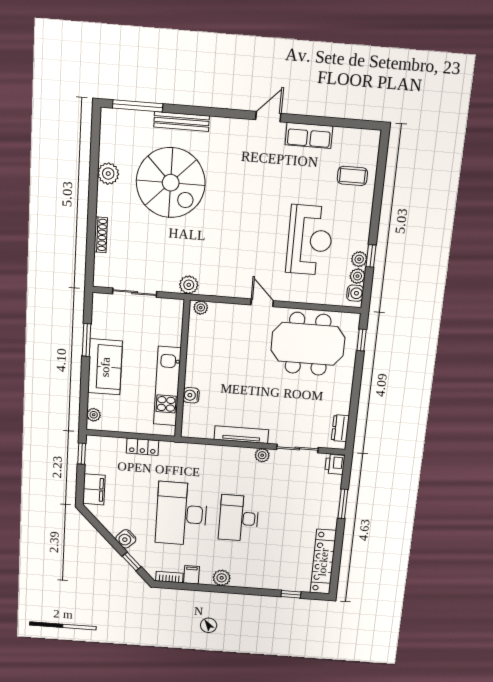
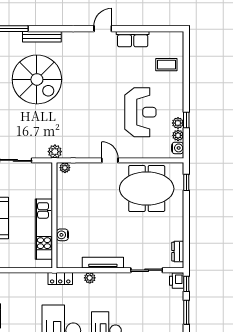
locker: (143, 447) -> (60, 278), moved
plant: (262, 455) -> (90, 278), moved
window: (347, 469) -> (186, 284), added

